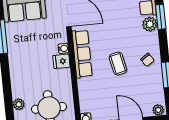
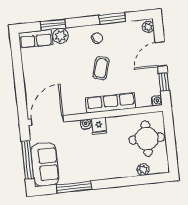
row of seats: (82, 54) -> (111, 103), moved
coffee table: (118, 64) -> (101, 68), turned -62

